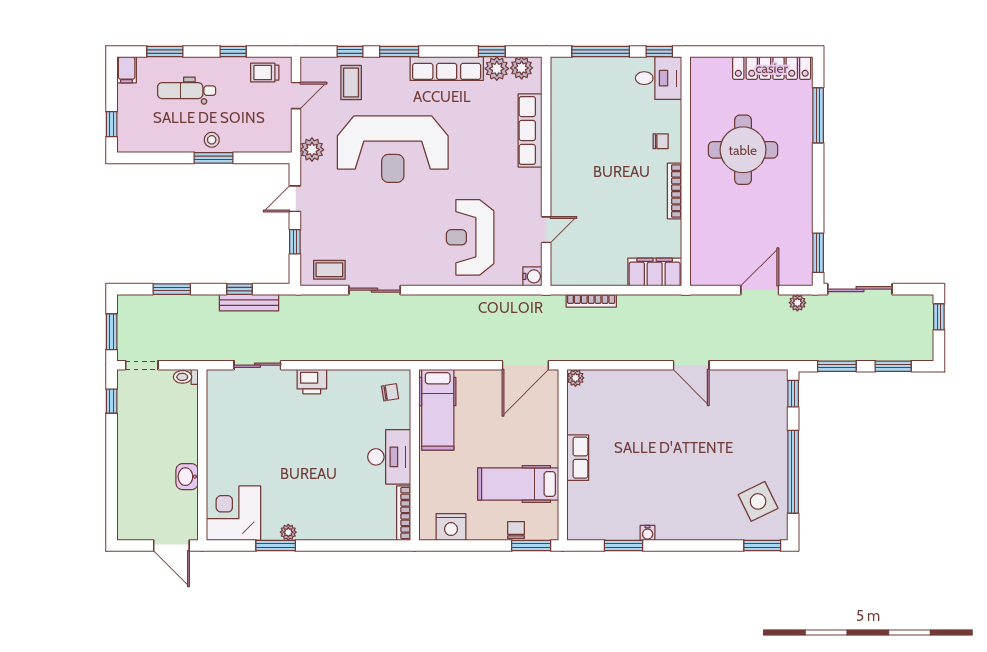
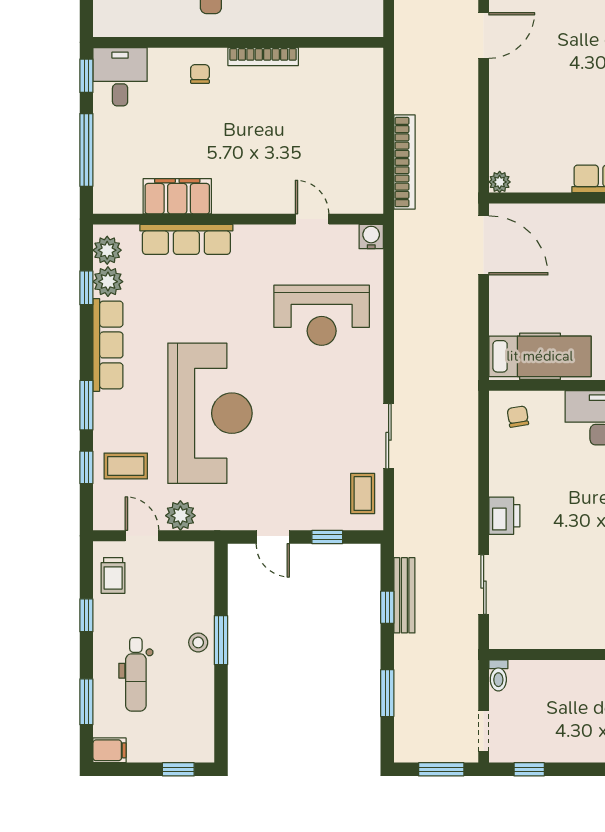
plant: (312, 150) -> (180, 516), moved
filing cabinet: (655, 272) -> (177, 196), moved, turned 90
bookcase: (591, 301) -> (405, 162), width x1.48, depth x1.31

